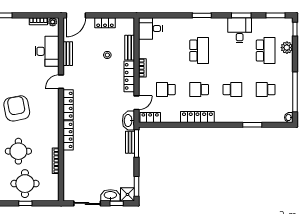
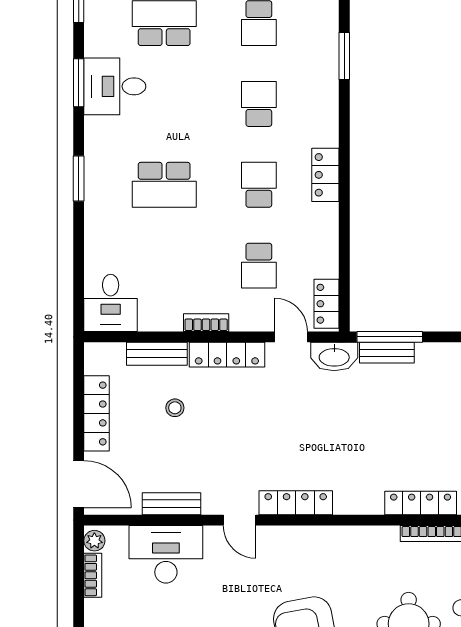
locker: (105, 23) -> (96, 413), width x1.53
school desk: (199, 51) -> (164, 185), turned 180
school desk: (199, 90) -> (259, 185), turned 180
locker: (197, 117) -> (325, 175), width x0.66
locker: (68, 135) -> (421, 503), moved

